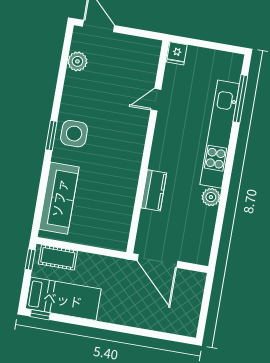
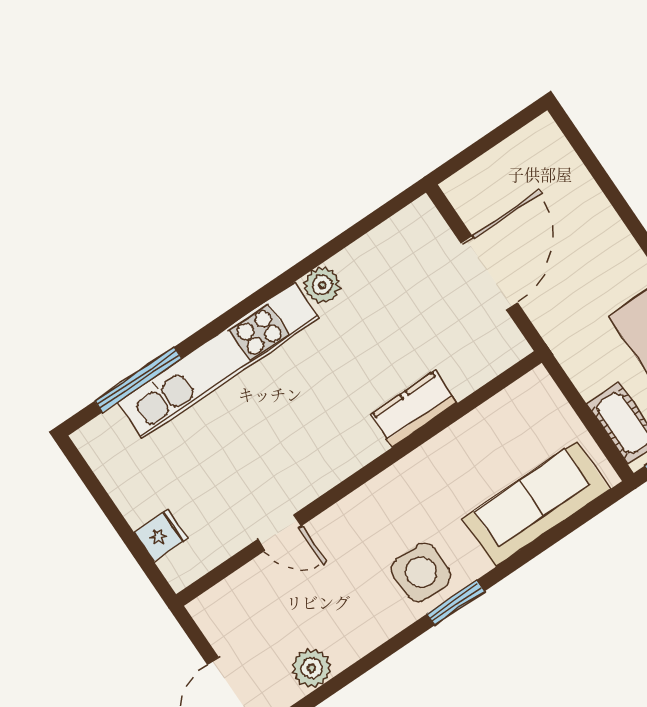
door: (156, 100) -> (279, 533), moved
wall: (148, 147) -> (359, 479), moved
kitchen counter: (154, 190) -> (414, 409), moved

